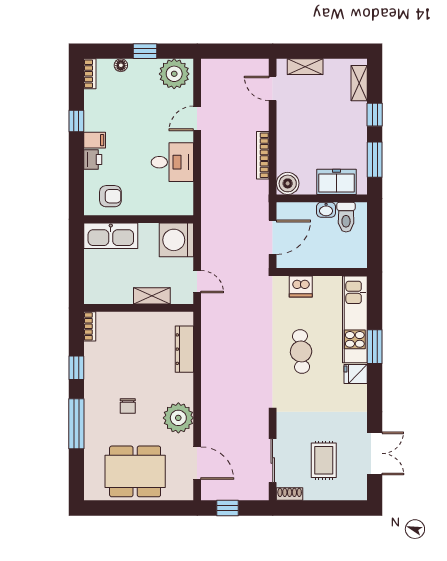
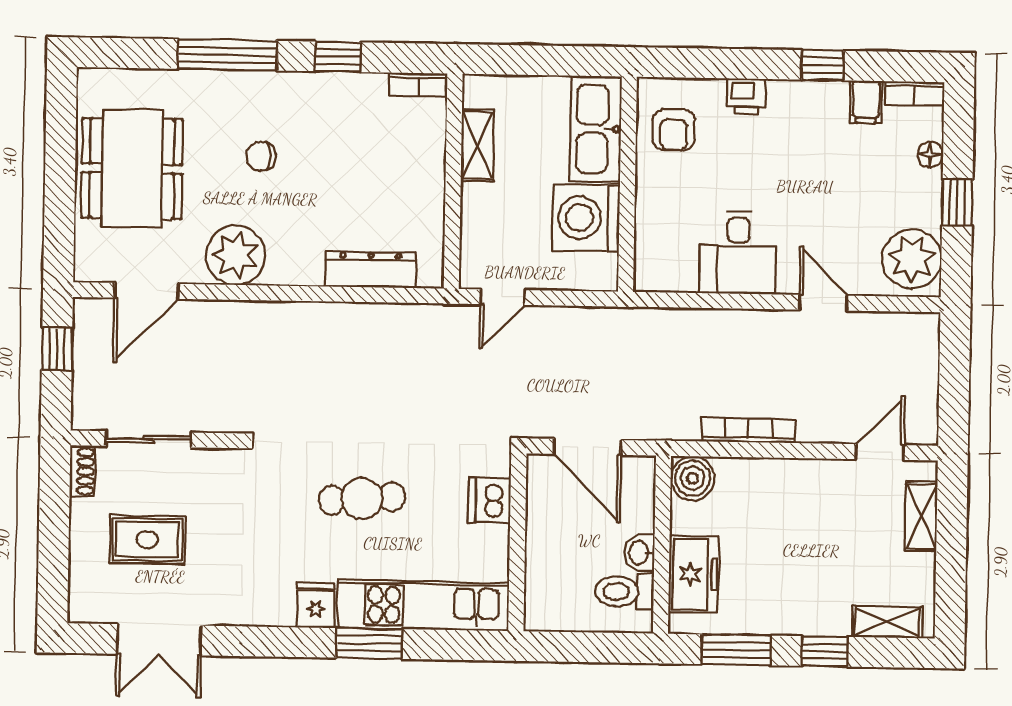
filing cabinet: (95, 140) -> (866, 102), moved
washing machine: (176, 240) -> (586, 218), moved, turned -90
shelving: (152, 296) -> (477, 145), moved

